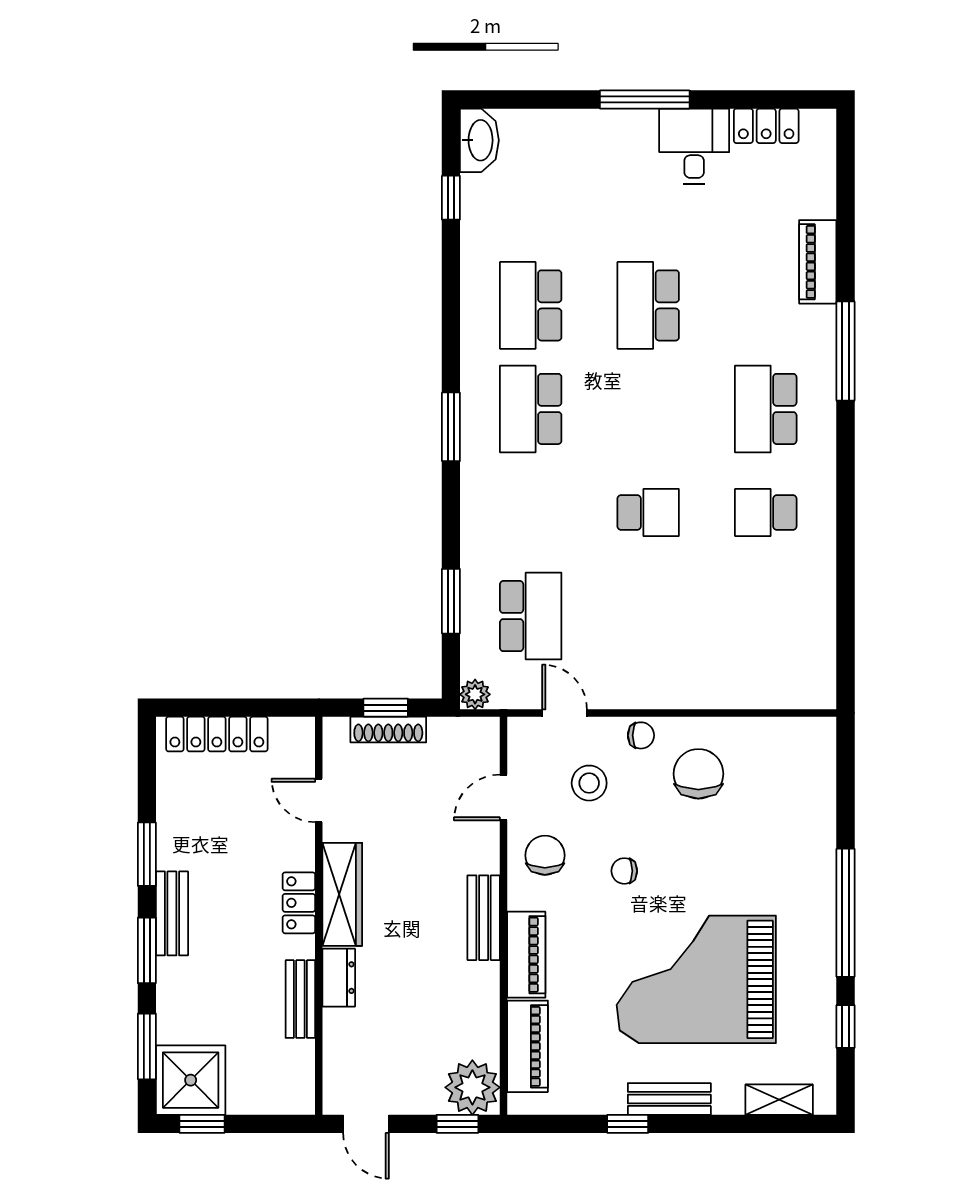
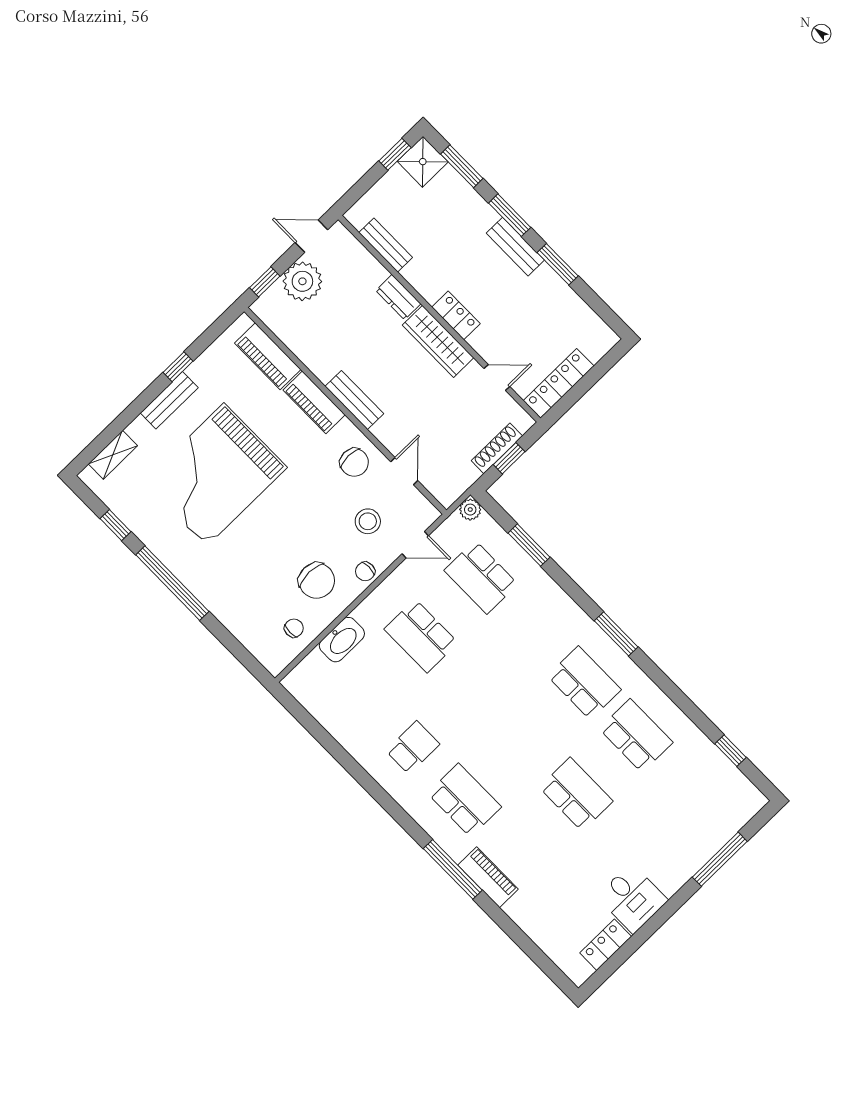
window: (645, 99) -> (720, 859), moved
washbasin: (479, 140) -> (342, 640), moved, turned -90
piano: (818, 262) -> (488, 877), moved
school desk: (648, 512) -> (421, 636), moved, width x1.85
locker: (217, 734) -> (559, 383), moved
chair: (624, 871) -> (294, 628), moved
grand piano: (696, 979) -> (215, 475), turned 180
bench: (300, 999) -> (386, 245), moved
shower: (191, 1080) -> (423, 162), width x0.73, depth x0.73
plant: (472, 1087) -> (302, 281), moved

